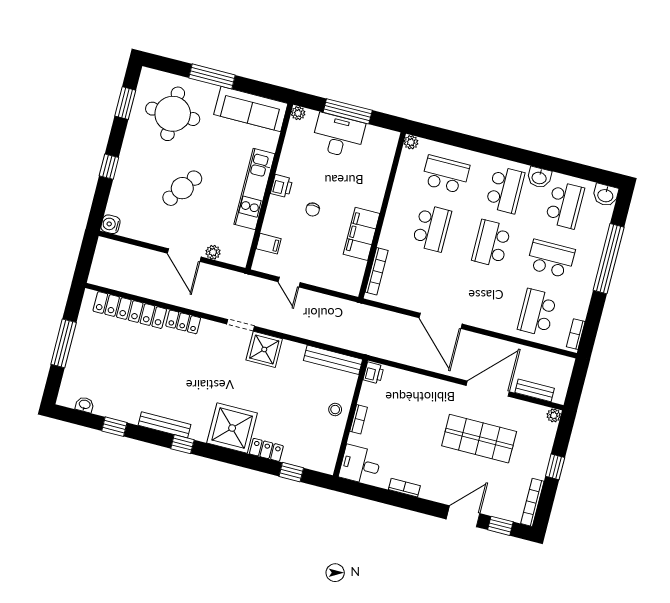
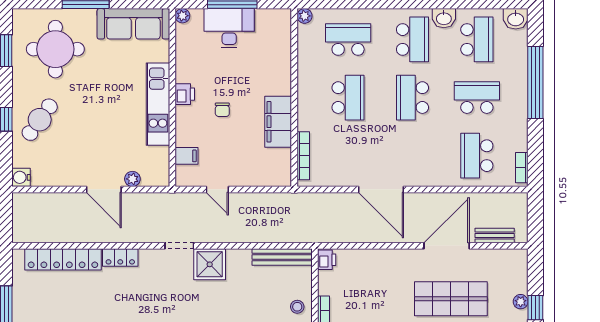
cafe table: (182, 188) -> (40, 120), moved
plant: (554, 415) -> (521, 302), moved

